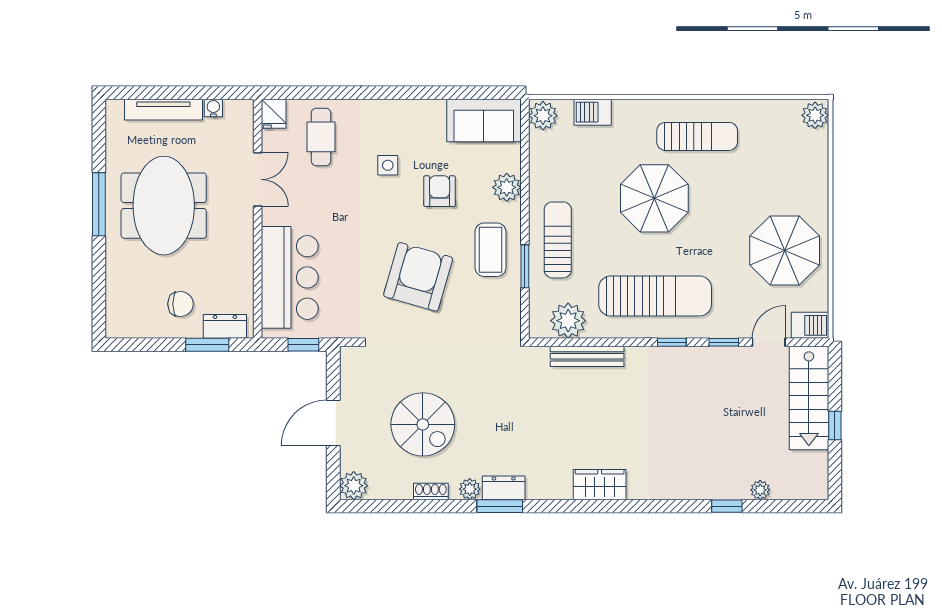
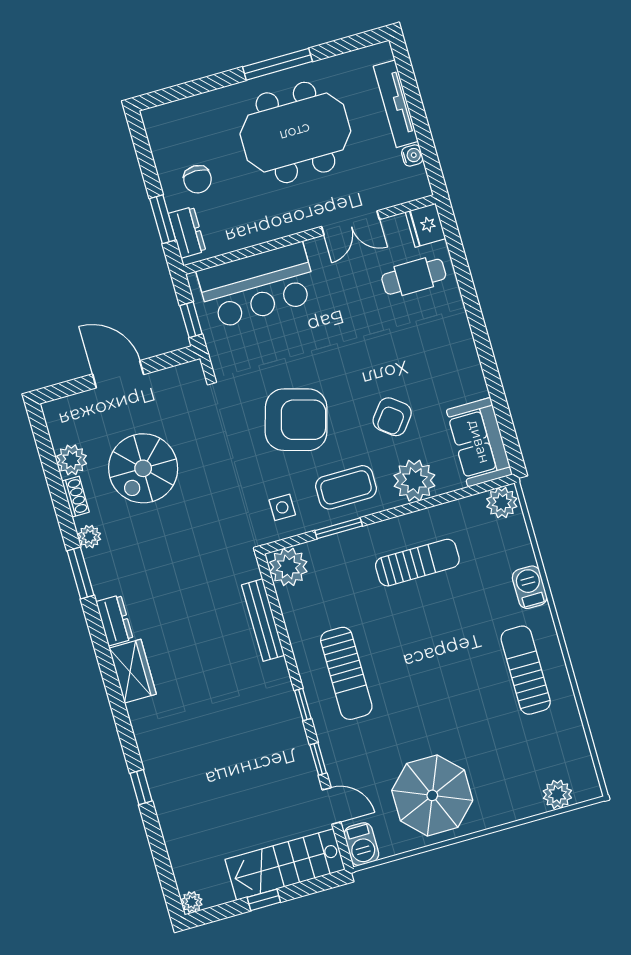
barbecue: (593, 112) -> (530, 587), moved
fridge: (274, 114) -> (426, 225), width x1.38
plant: (815, 115) -> (557, 794), moved
sun lounger: (697, 136) -> (526, 670), turned 180
side table: (388, 165) -> (282, 507), moved
plant: (507, 187) -> (414, 481), width x1.36, depth x1.36
armchair: (440, 191) -> (392, 417), turned 128
parasol: (654, 198) -> (448, 644), removed
sun lounger: (558, 240) -> (417, 563), moved
sun lounger: (655, 296) -> (346, 673), width x0.73, depth x0.75
plant: (568, 321) -> (288, 567), moved
plant: (354, 486) -> (72, 460), moved
dresser: (504, 488) -> (114, 620), moved
plant: (760, 490) -> (192, 902), moved
window: (727, 506) -> (141, 787), moved

